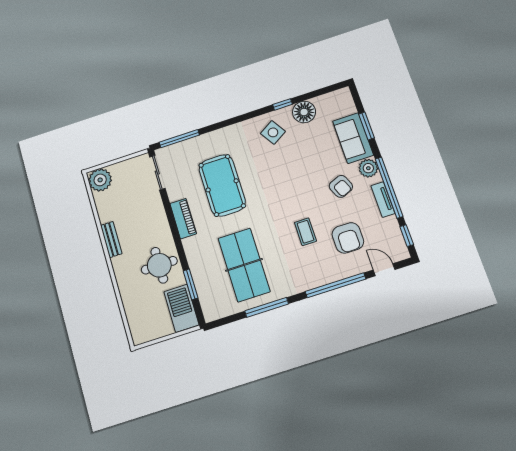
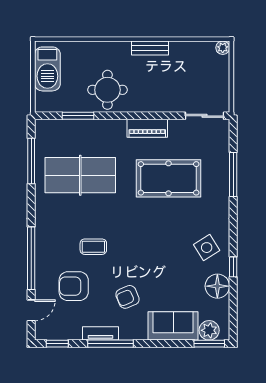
window: (367, 126) -> (209, 344), moved
window: (179, 139) -> (233, 174), moved
plant: (368, 168) -> (209, 330), moved
plant: (100, 180) -> (223, 48), width x0.53, depth x0.53
window: (389, 187) -> (111, 344), width x0.68
window: (267, 307) -> (31, 161), moved
barbecue: (181, 308) -> (47, 69), moved, turned 90

